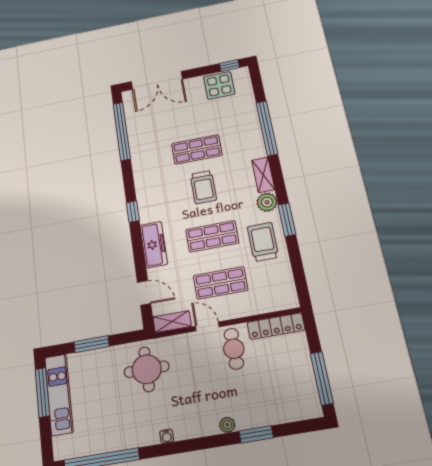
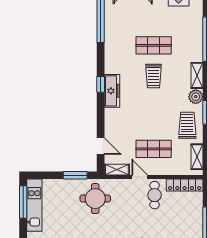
shop shelf: (212, 236) -> (154, 114), removed
freezer: (154, 245) -> (112, 91), moved
shelving: (286, 282) -> (197, 157), added
window: (91, 344) -> (75, 175), moved

